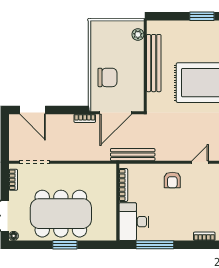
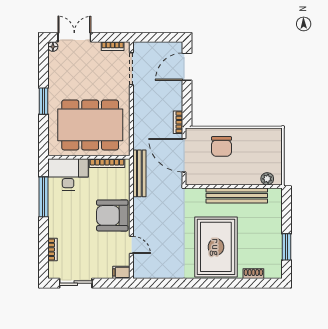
armchair: (172, 180) -> (112, 215), width x1.88, depth x1.88
dining table: (61, 214) -> (90, 125), moved, turned 90

